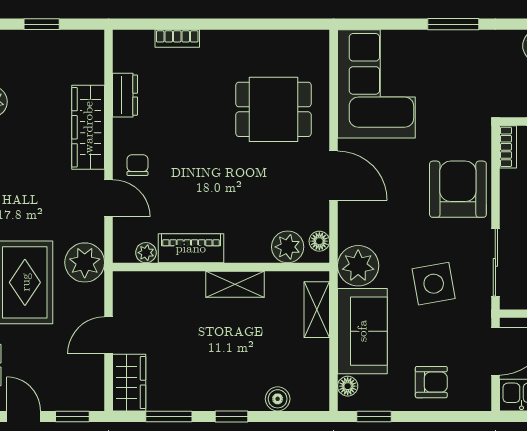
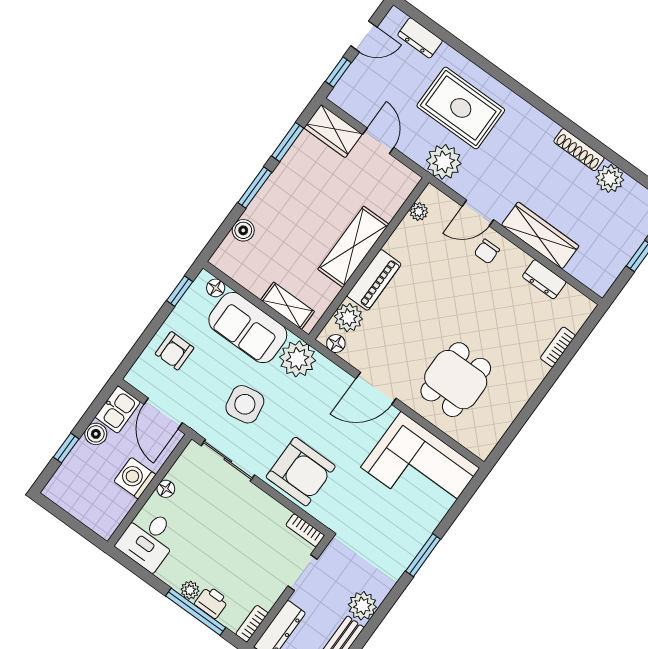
chair: (137, 165) -> (487, 251), turned 90
piano: (191, 248) -> (374, 280), moved
shelving: (235, 284) -> (353, 247), width x1.50, depth x1.33
window: (231, 417) -> (255, 187), width x1.50

